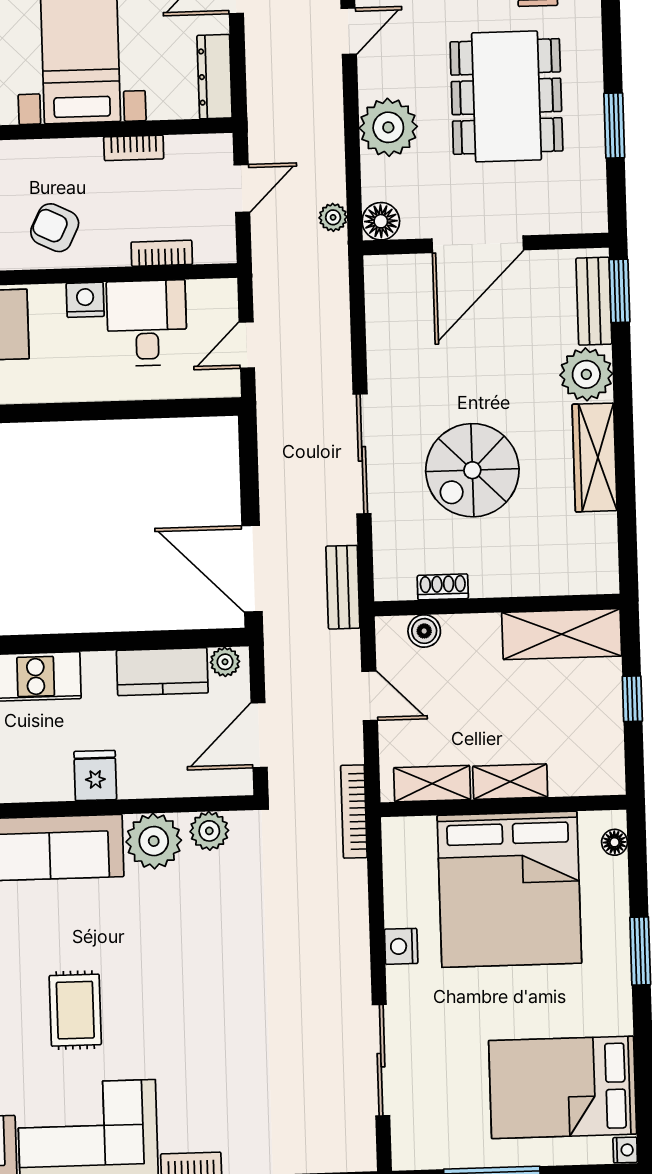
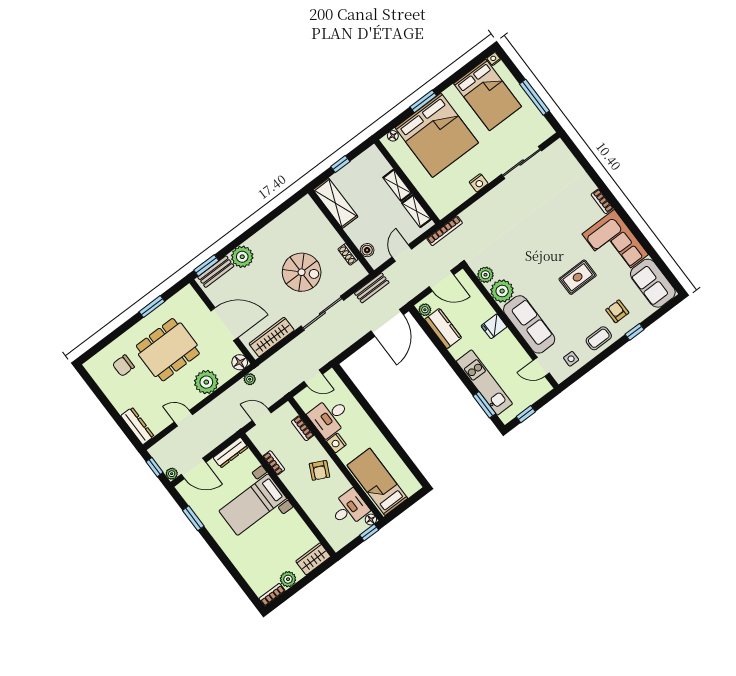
wardrobe: (595, 457) -> (272, 337), moved, turned 180
bed: (509, 889) -> (437, 135), moved, turned 90

